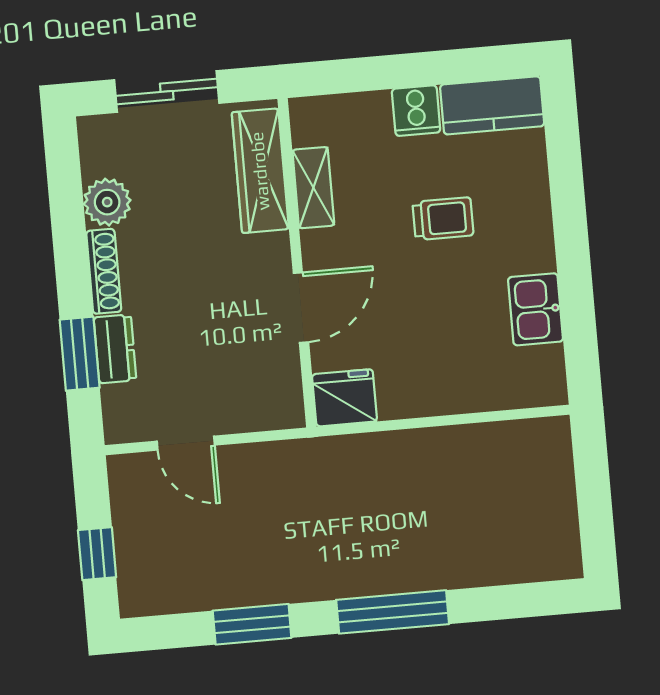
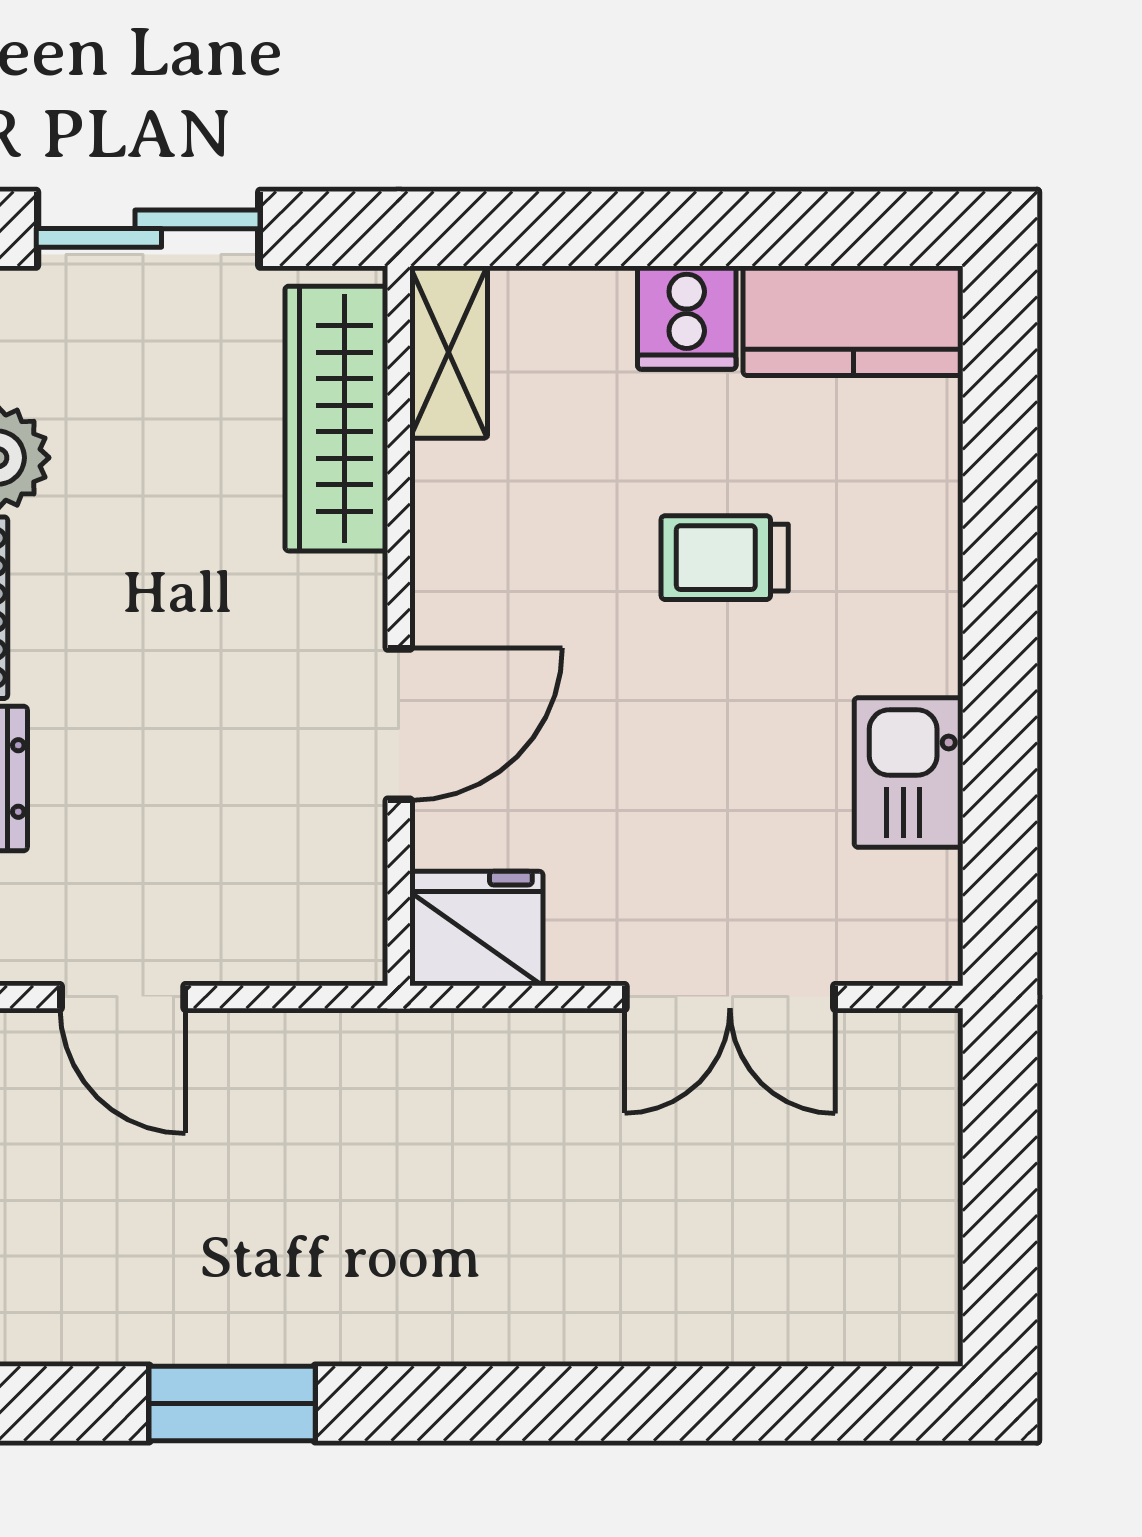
shelving: (313, 188) -> (449, 352), moved
trolley: (443, 219) -> (725, 558), turned 180
double door: (463, 419) -> (730, 997), added
window: (393, 612) -> (540, 1403), removed

